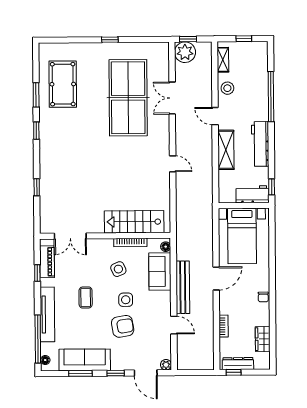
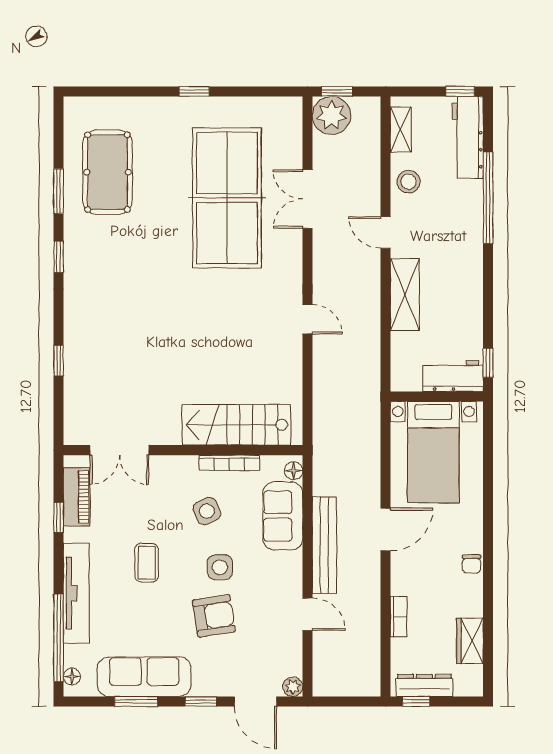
window: (244, 39) -> (460, 91), moved
workbench: (260, 144) -> (468, 137), moved

